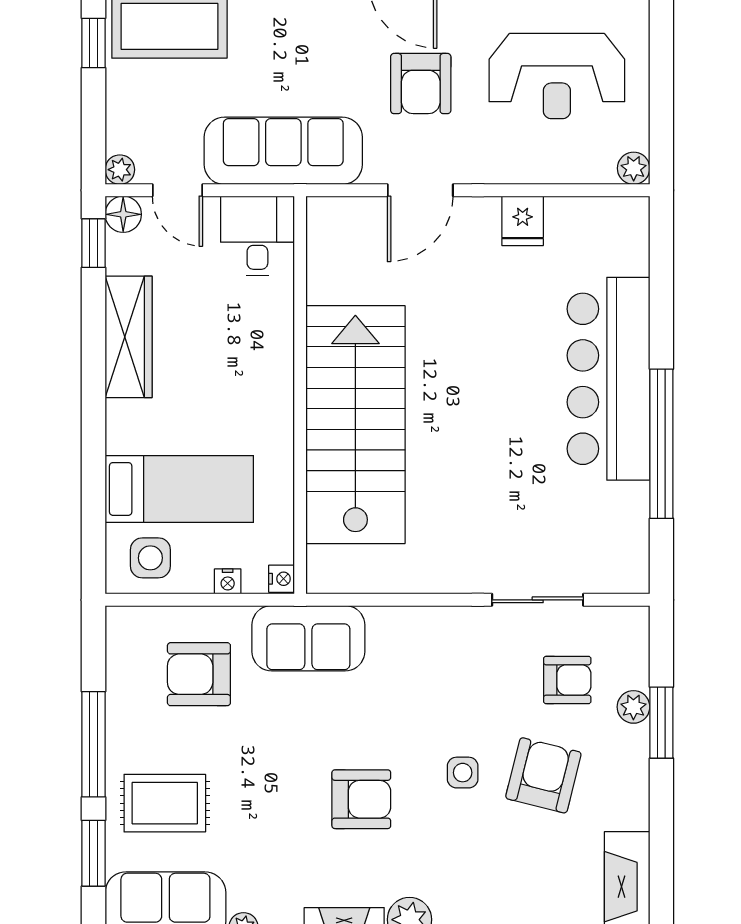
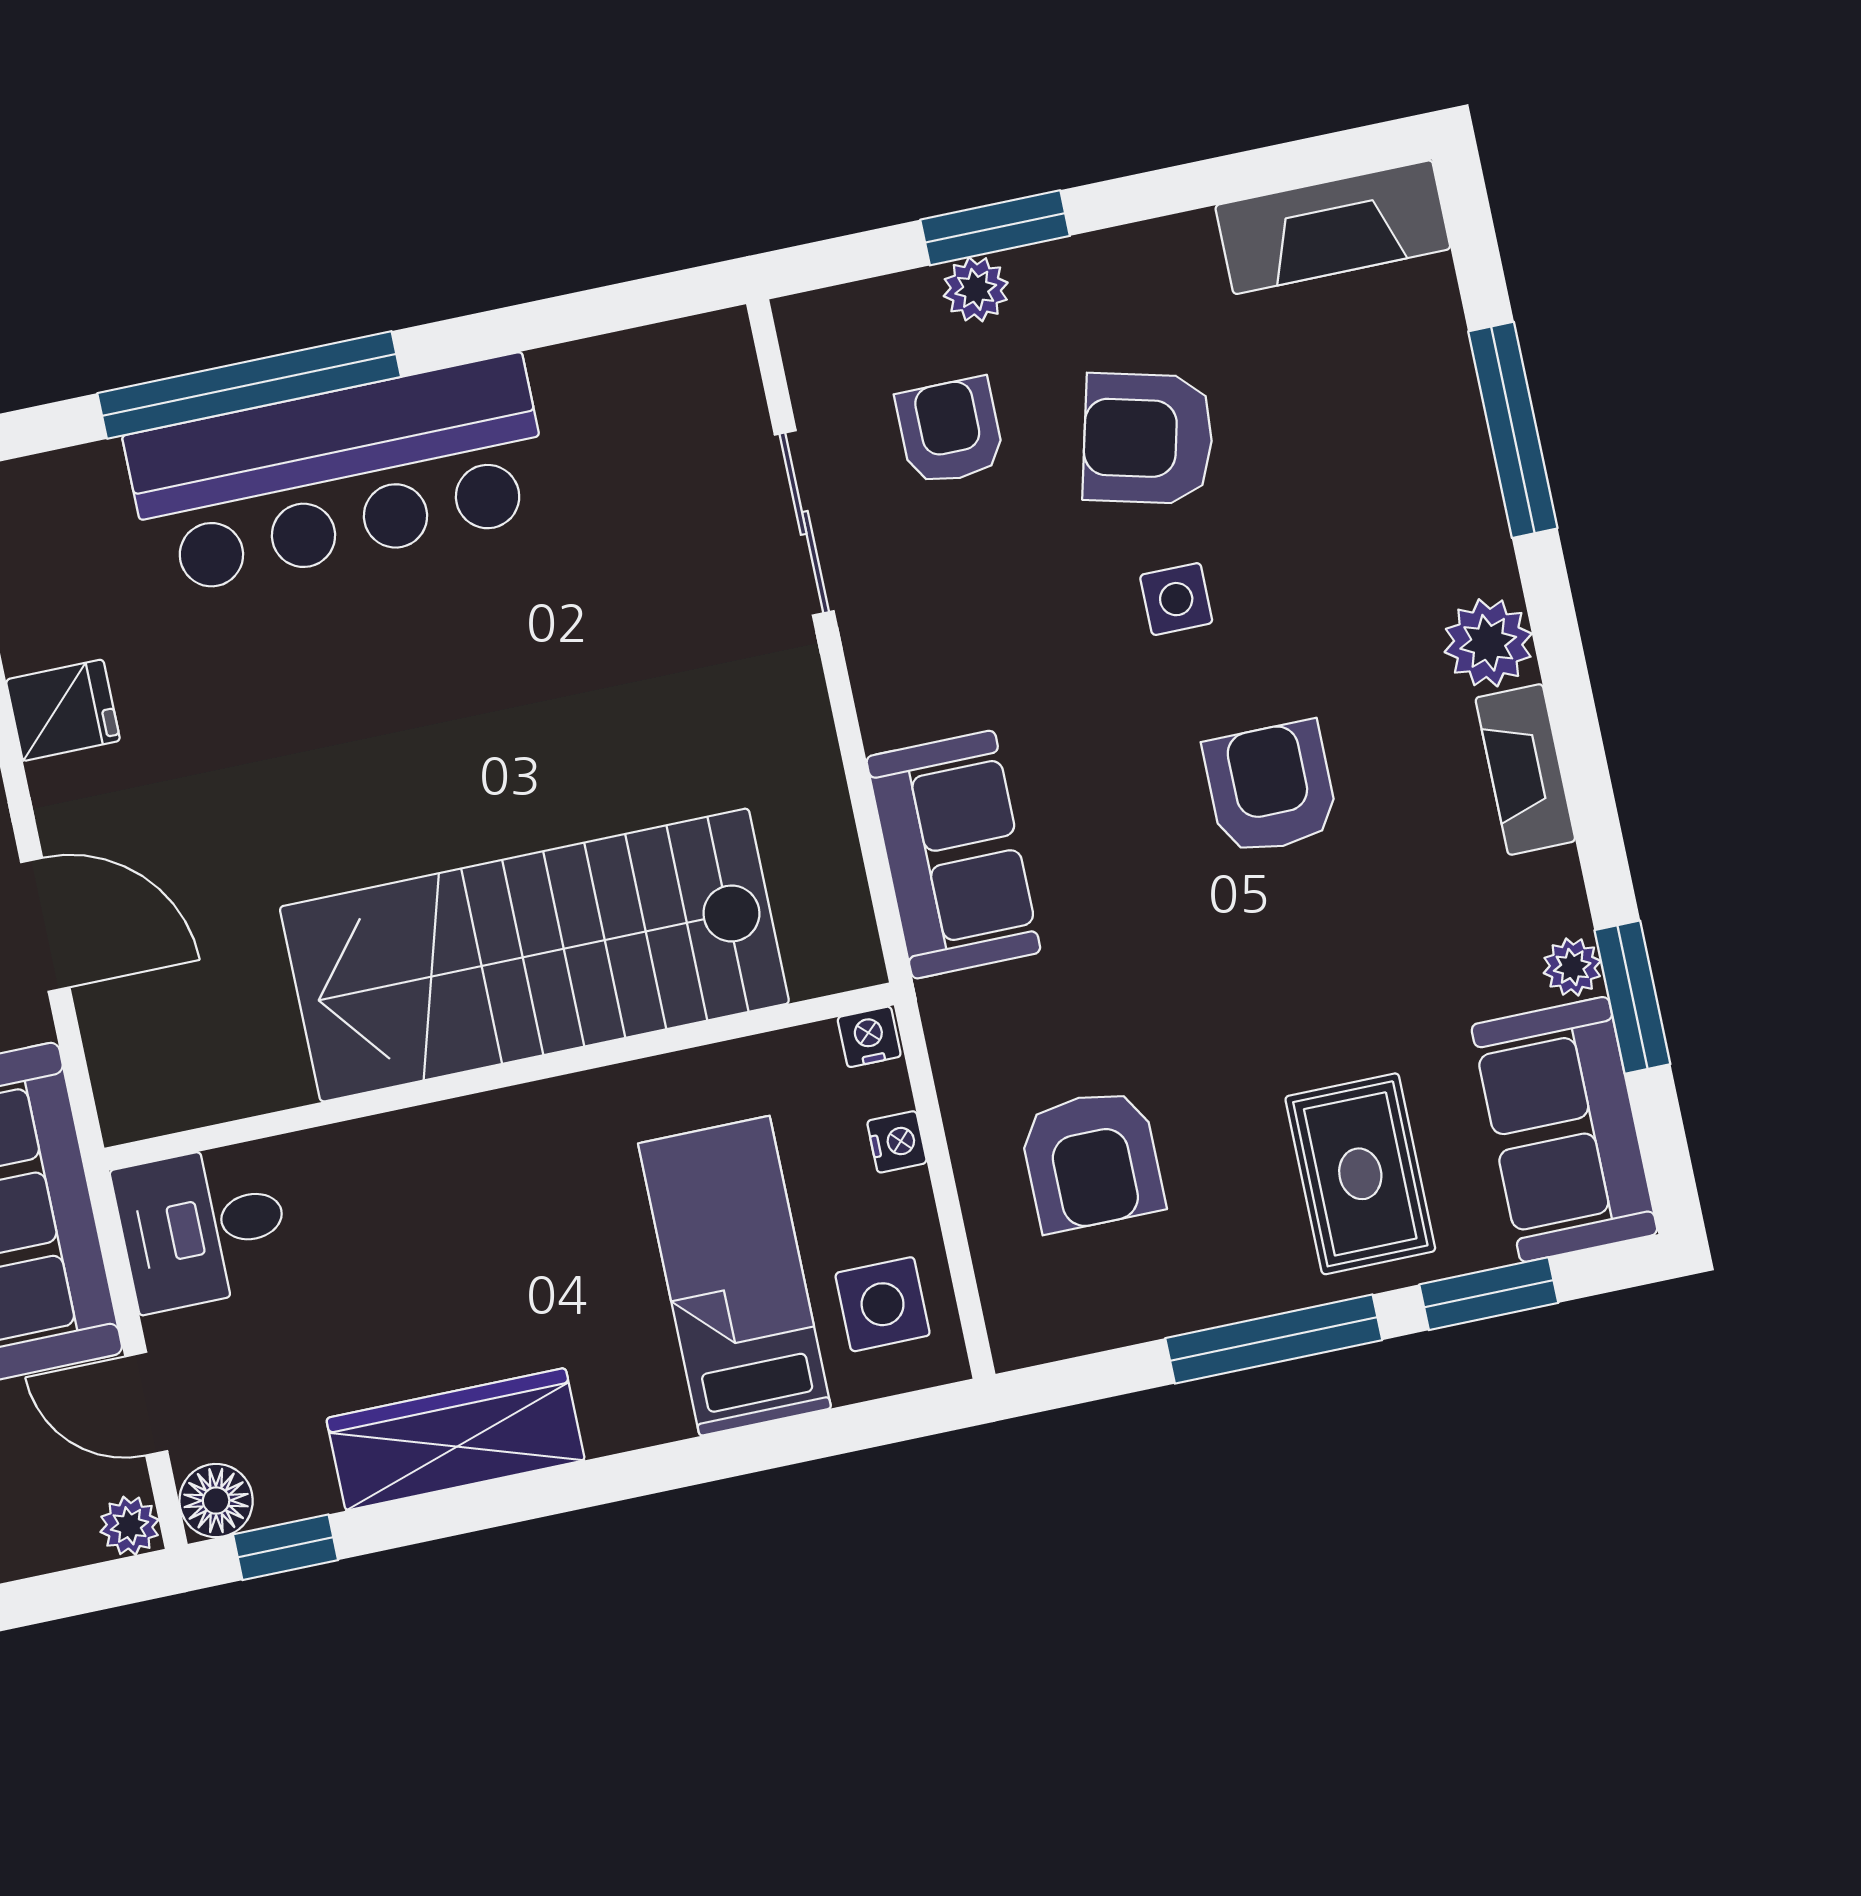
door: (177, 190) -> (146, 1404), swing flipped
window: (661, 444) -> (249, 385), moved
sofa: (308, 638) -> (953, 855), moved

